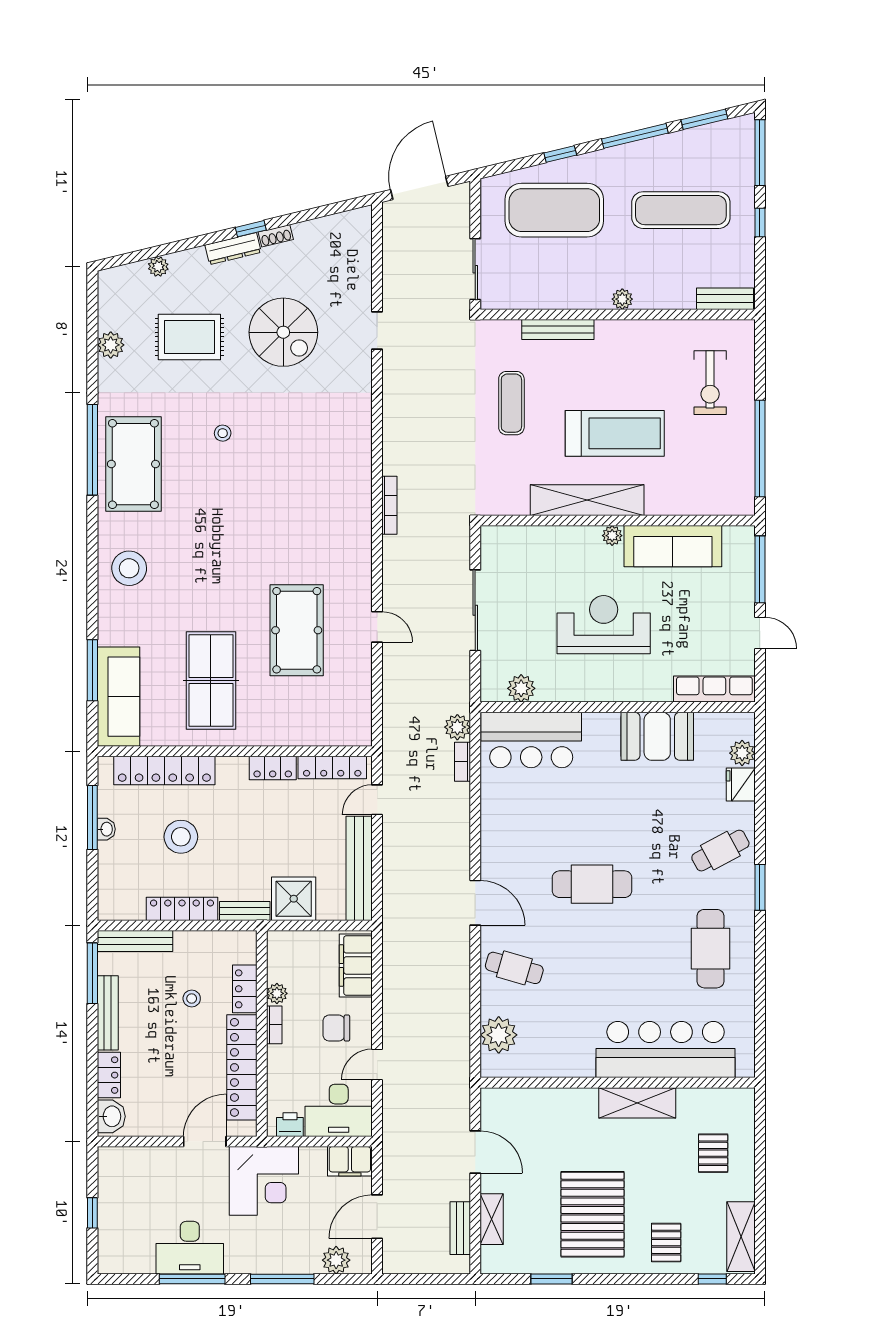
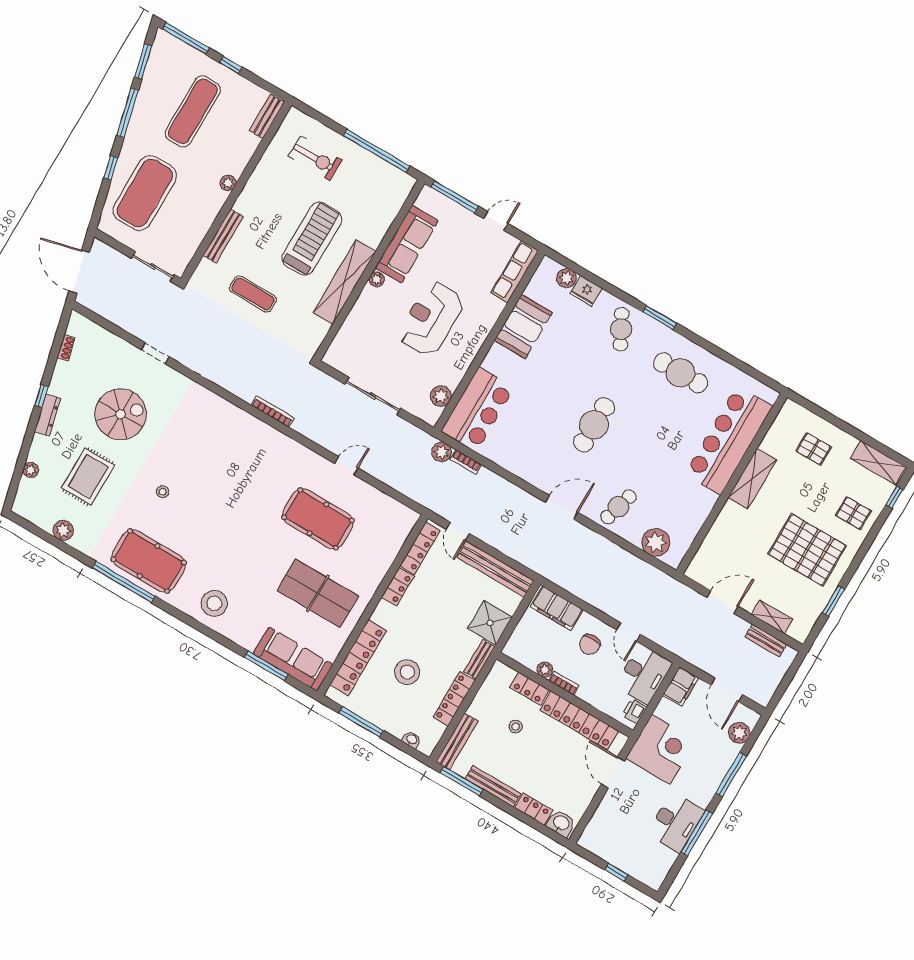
shoe rack: (276, 236) -> (66, 348), moved
washbasin: (106, 829) -> (412, 740), moved

